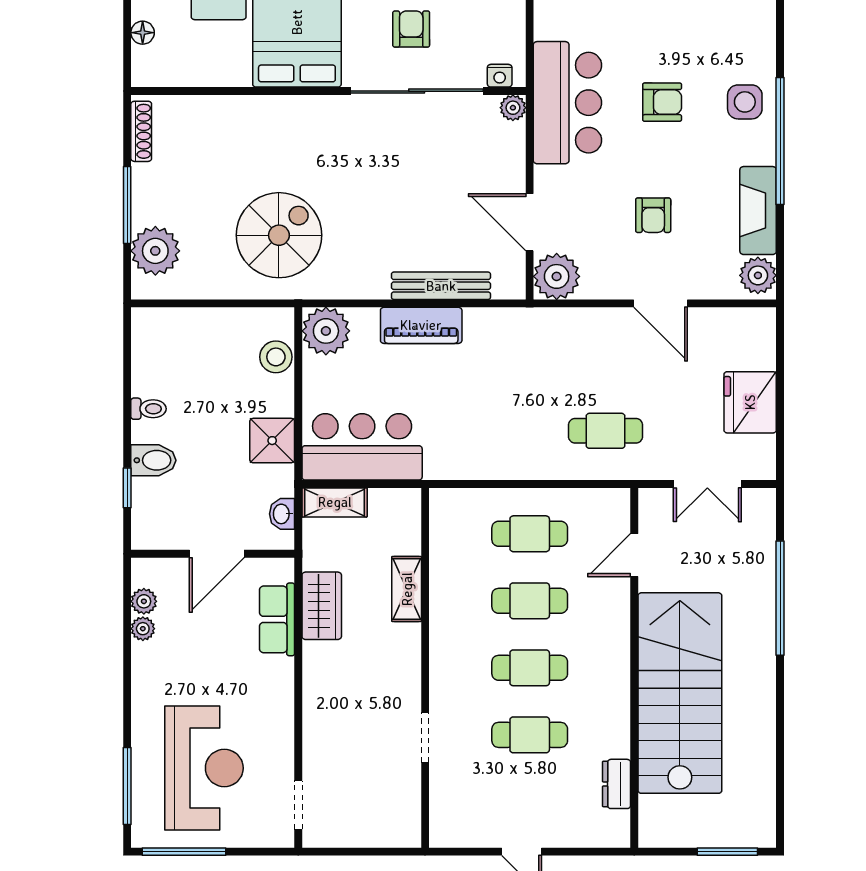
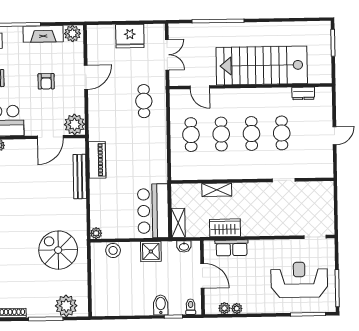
armchair: (653, 215) -> (46, 81), turned 90
piano: (421, 325) -> (97, 160), moved
plant: (326, 331) -> (96, 233), width x0.53, depth x0.53
toilet: (148, 409) -> (191, 307), moved

